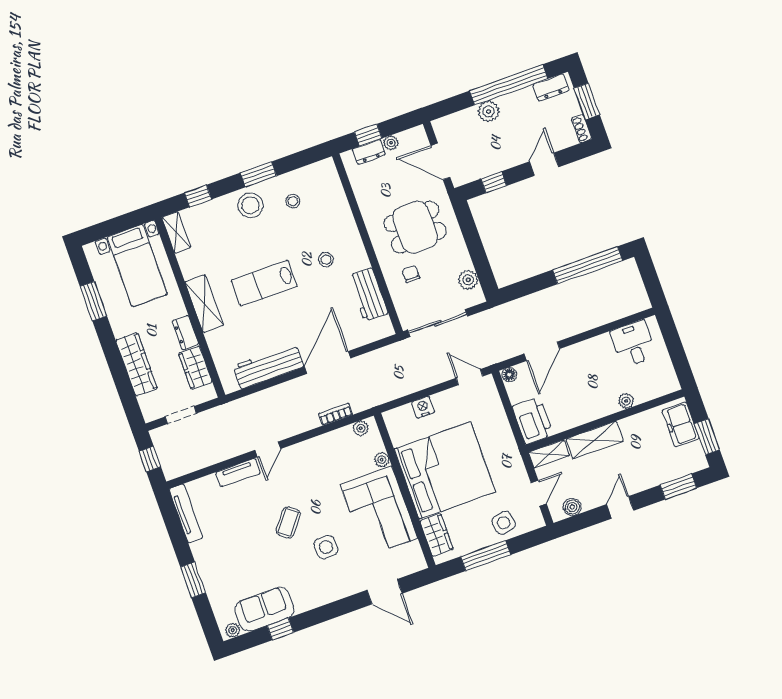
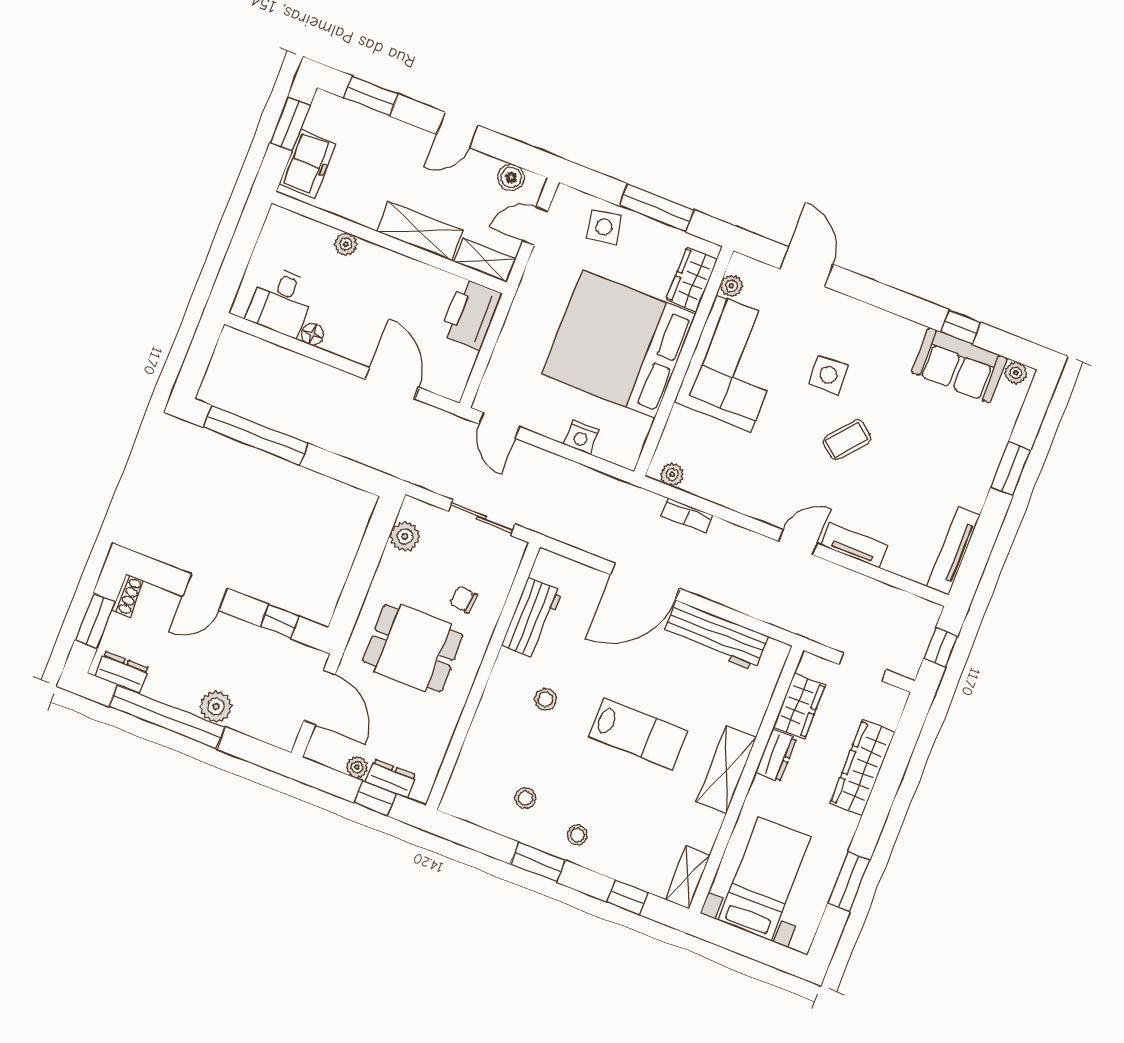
stool: (250, 205) -> (577, 835), width x0.53, depth x0.53
chair: (411, 274) -> (464, 599), turned 96
sliding door: (438, 323) -> (482, 518), width x0.73
door: (542, 351) -> (392, 383), hinge flipped
floor lamp: (509, 375) -> (312, 334), moved
plant: (382, 460) -> (731, 286), moved

